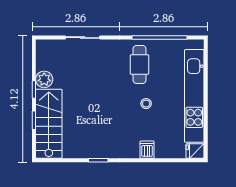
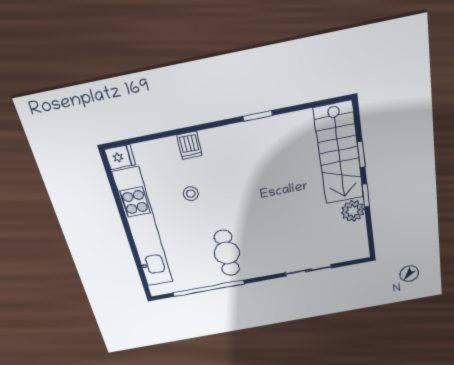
stool: (146, 104) -> (191, 194), moved

